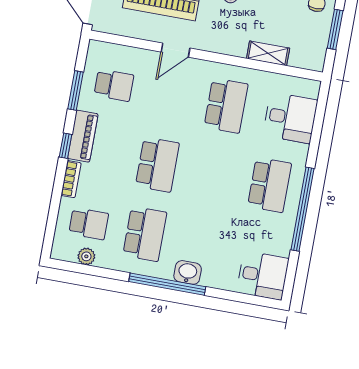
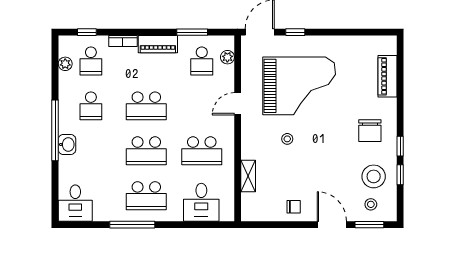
window: (335, 29) -> (276, 225), removed
door: (175, 50) -> (238, 104), hinge flipped
plant: (115, 52) -> (227, 57), added
window: (66, 146) -> (87, 32), moved
school desk: (213, 175) -> (146, 151), added
window: (302, 209) -> (132, 225), width x0.68
school desk: (145, 234) -> (91, 106), width x0.54

